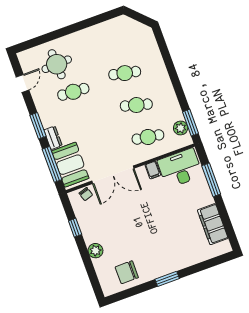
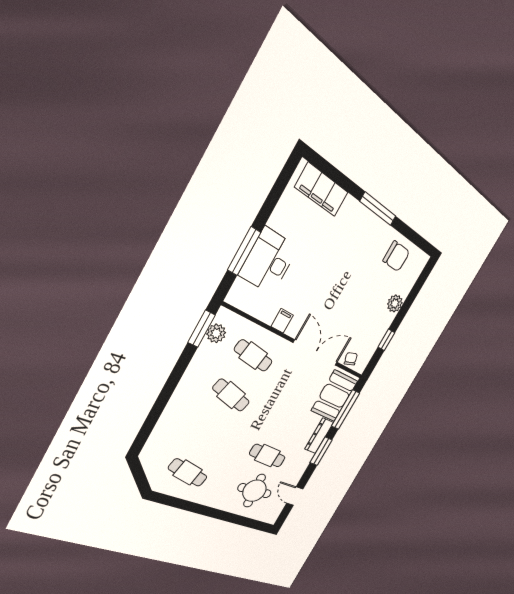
cafe table: (125, 73) -> (188, 473), moved
door: (23, 83) -> (295, 496), hinge flipped
dresser: (53, 138) -> (319, 436), width x1.44
desk: (180, 168) -> (269, 261), moved, turned 90
filing cabinet: (213, 224) -> (322, 190), moved, turned 90
window: (167, 279) -> (378, 209), width x1.44

